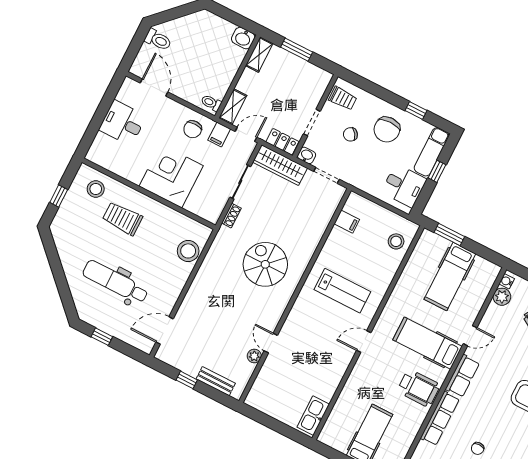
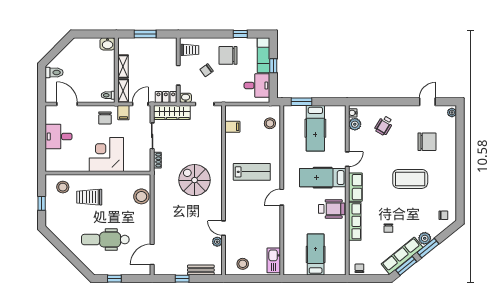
shelving: (259, 55) -> (123, 66), moved
chair: (387, 129) -> (228, 55), turned 90
stool: (272, 400) -> (243, 264), added

